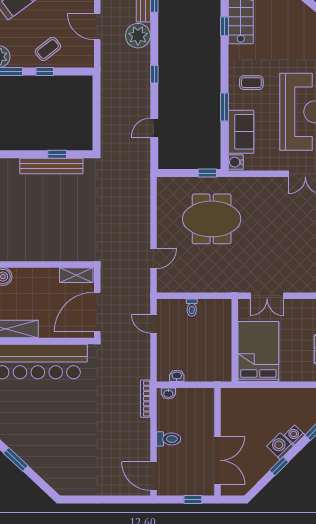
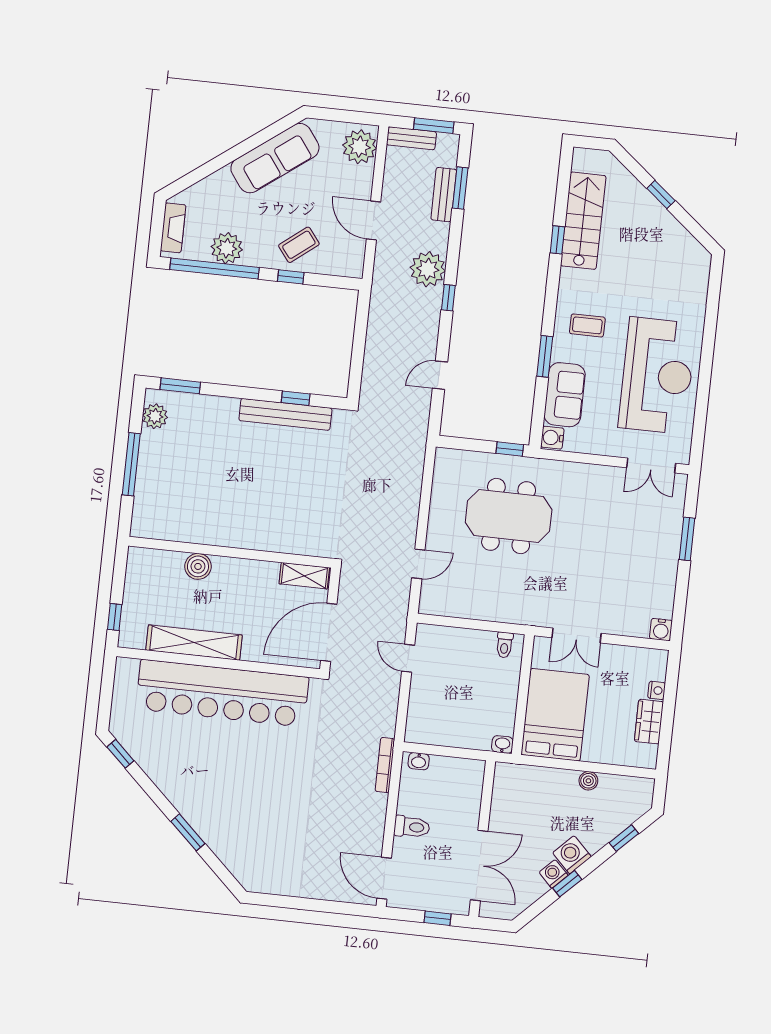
plant: (138, 36) -> (428, 269), moved
toilet: (192, 308) -> (504, 645), moved
washbasin: (177, 376) -> (502, 744), moved
boiler: (286, 394) -> (588, 781), added
washing machine: (295, 435) -> (554, 874), moved

